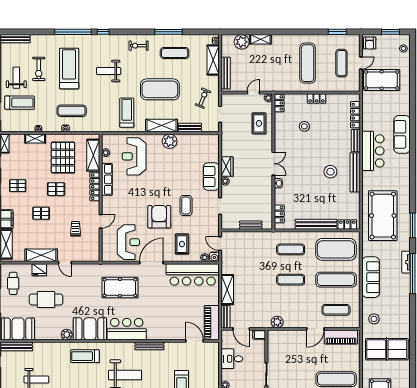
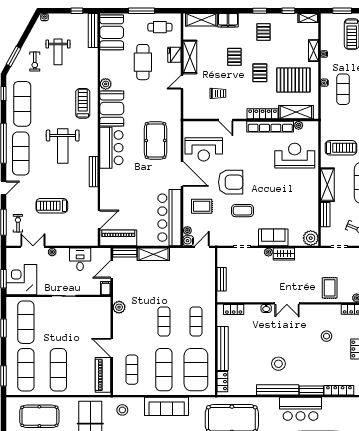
rug: (259, 123) -> (330, 288), turned 90
plant: (170, 141) -> (311, 238), moved
row of seats: (107, 179) -> (270, 127), width x1.36

